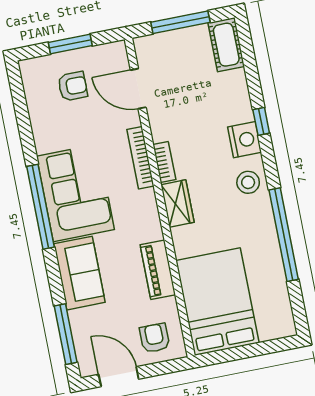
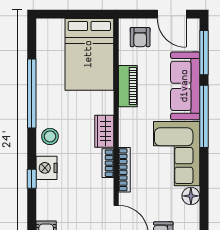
floor lamp: (45, 140) -> (191, 196), added
window: (40, 207) -> (204, 116), moved
sofa: (79, 273) -> (185, 86), width x1.36

